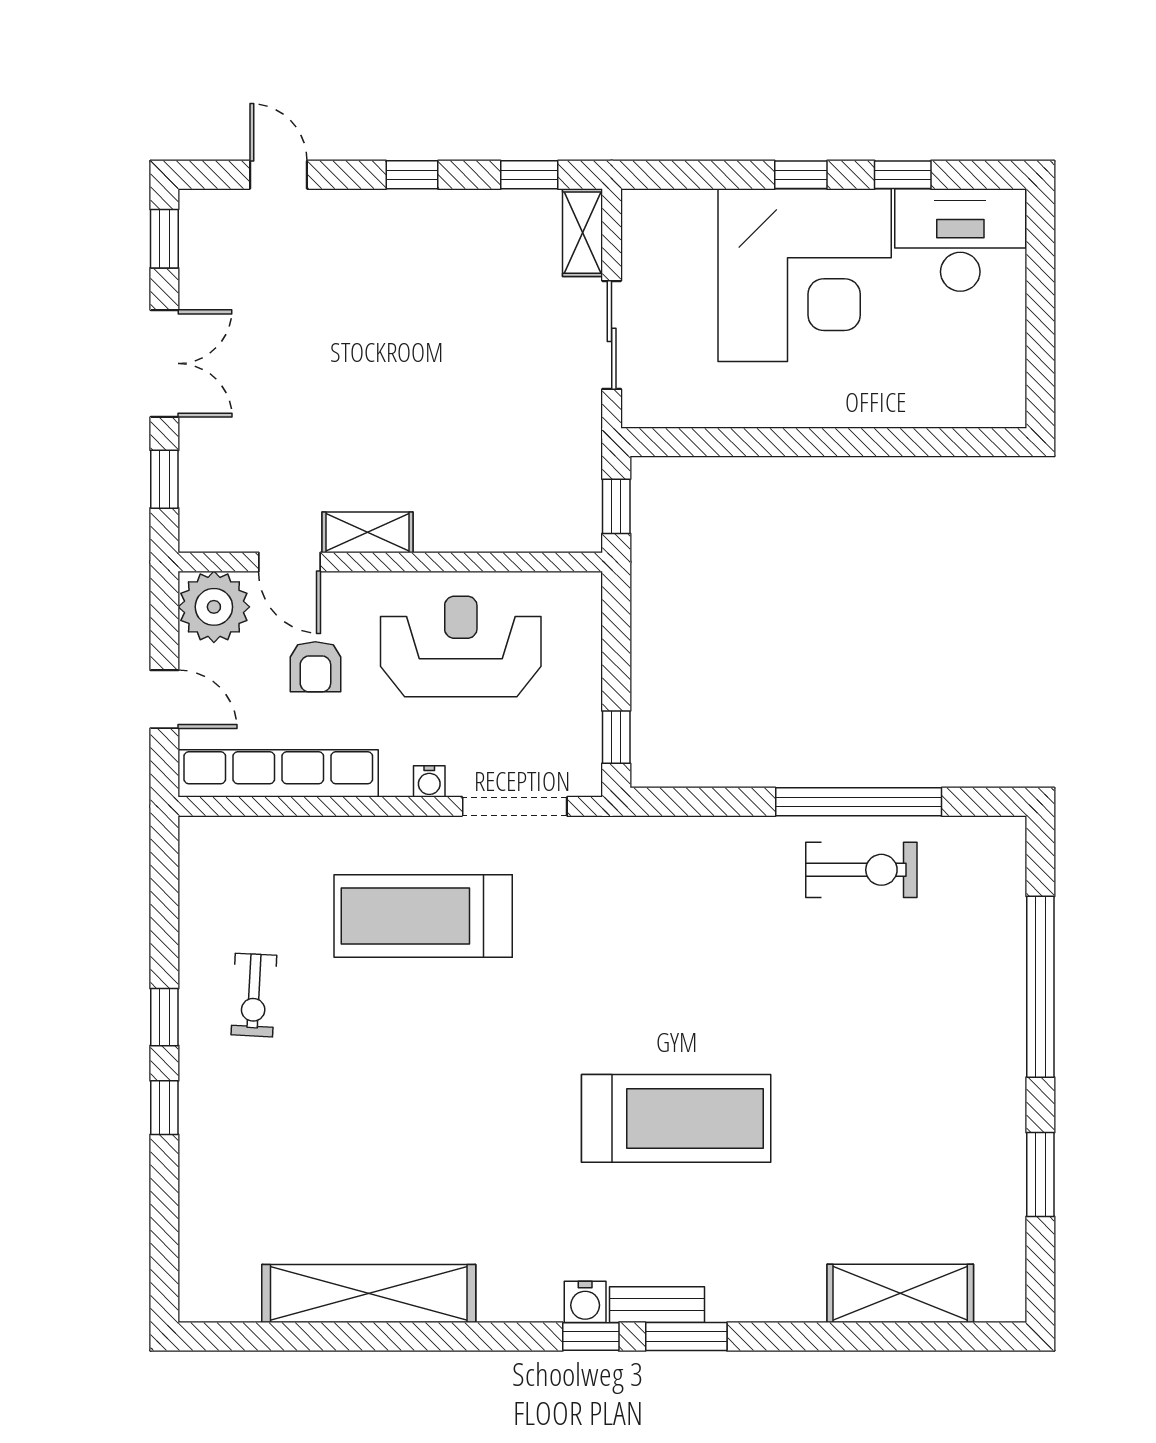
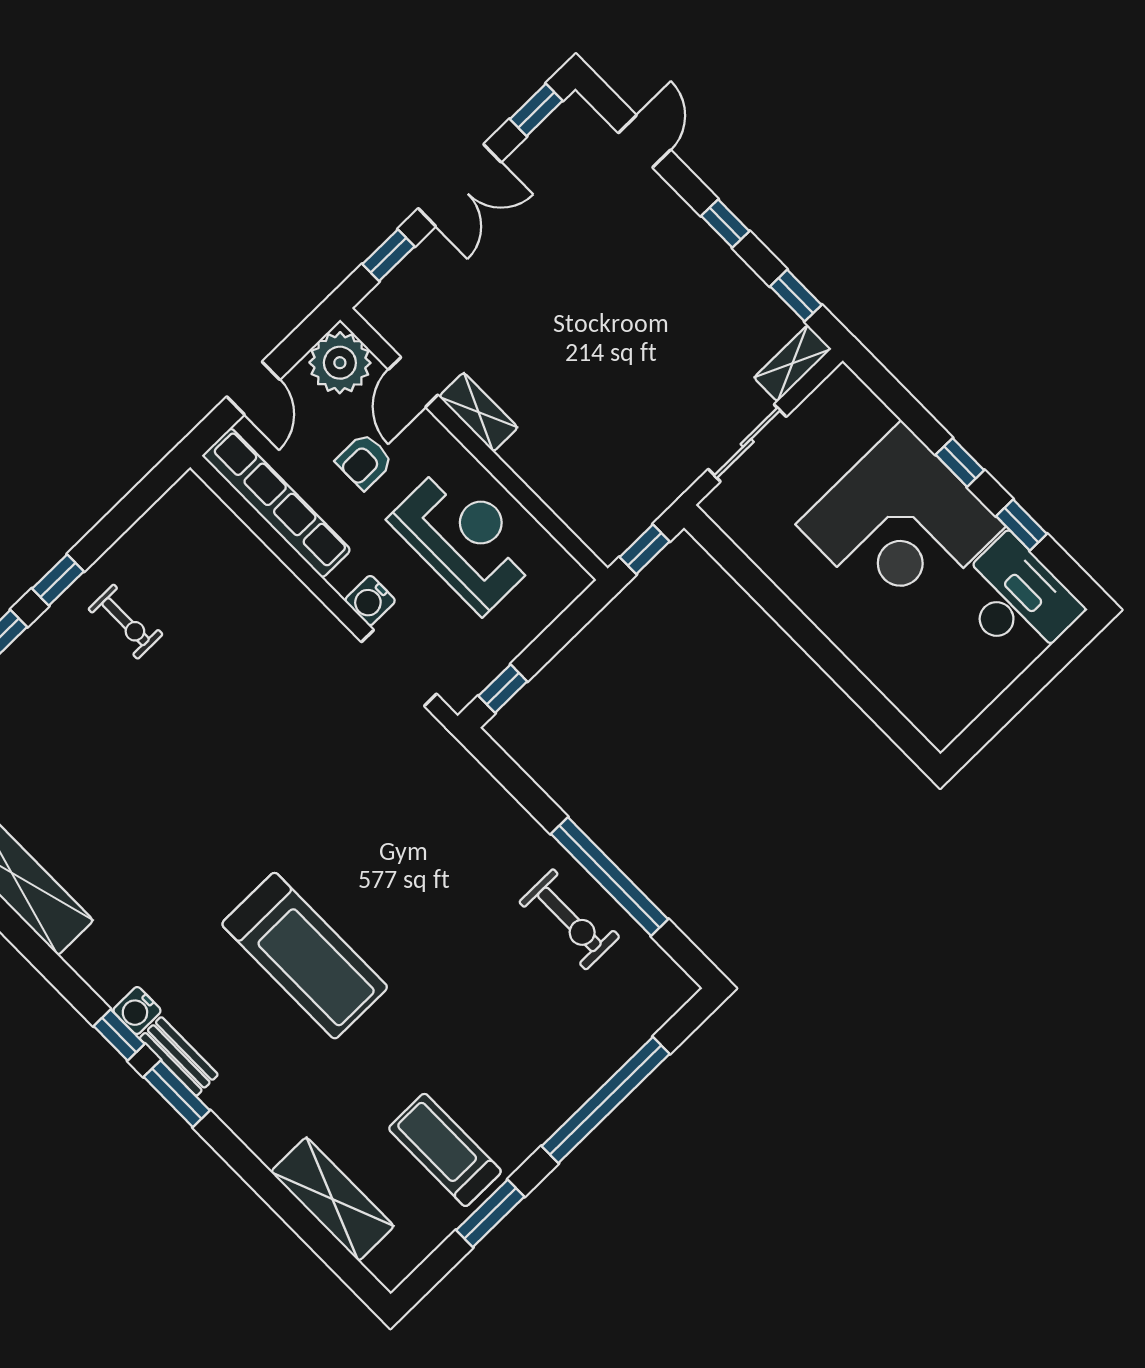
water cooler: (429, 781) -> (370, 601), width x1.38, depth x1.38
treadmill: (423, 916) -> (445, 1150), moved, width x0.73, depth x0.73
exercise bike: (254, 995) -> (126, 622), turned -93

